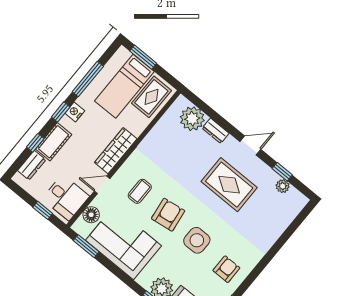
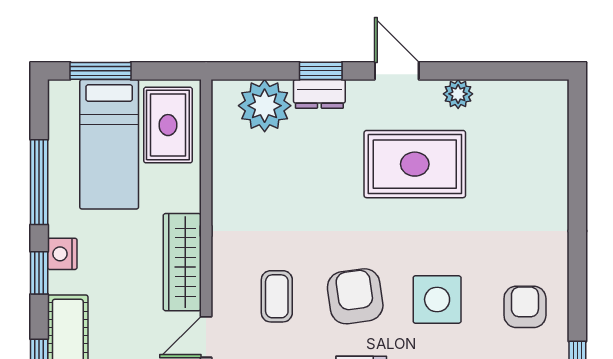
door: (250, 145) -> (397, 71), hinge flipped
window: (282, 172) -> (321, 71), moved
plant: (283, 186) -> (458, 94), moved

